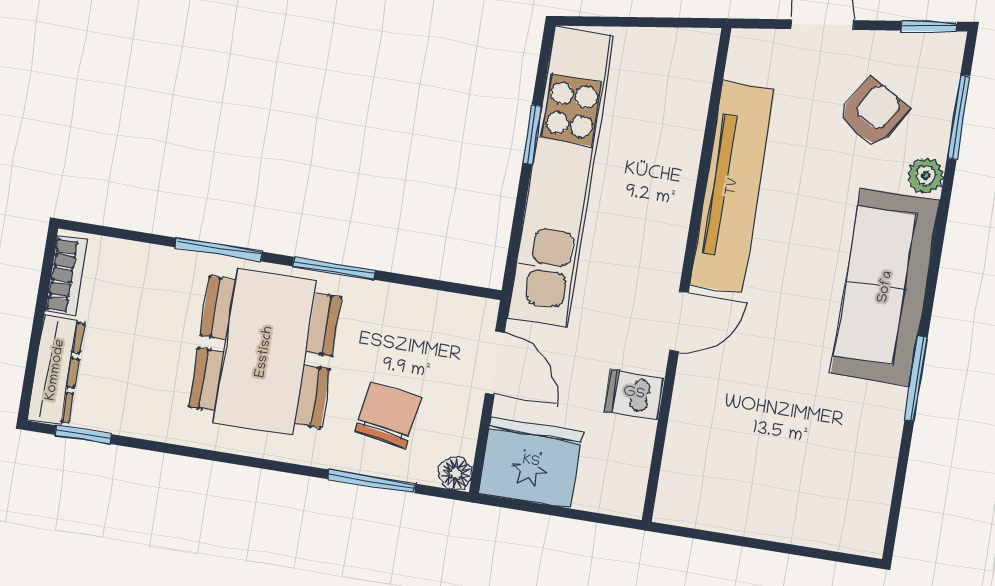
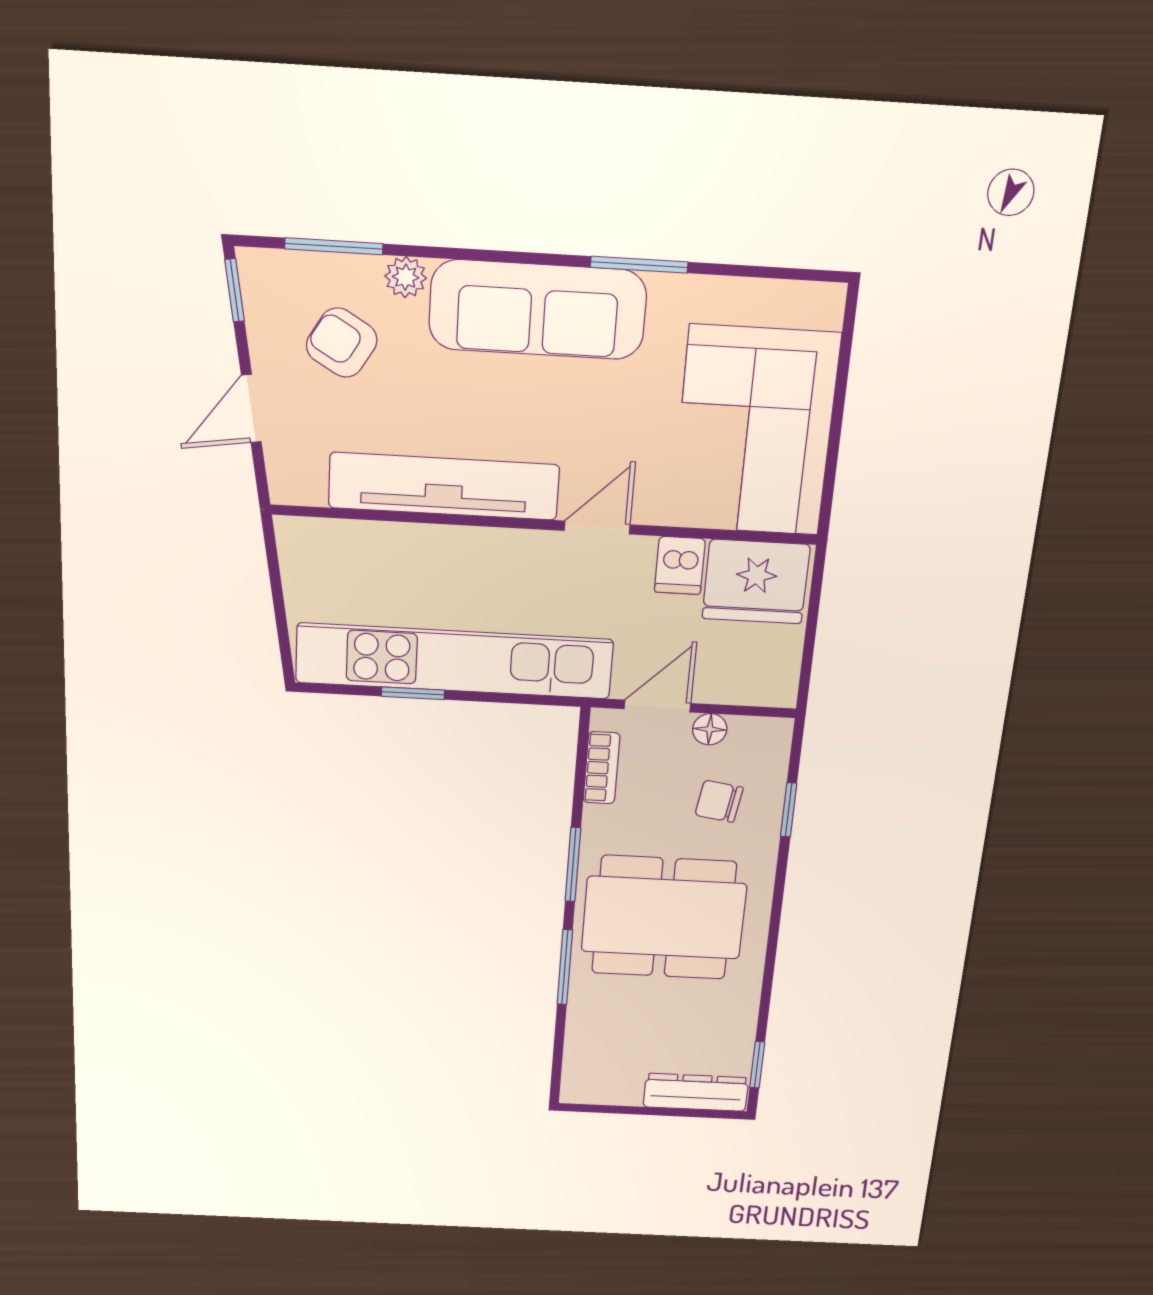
bookcase: (66, 276) -> (602, 768), moved, turned 90
door: (679, 322) -> (597, 528), hinge flipped
chair: (388, 415) -> (719, 801), width x0.73, depth x0.73
fridge: (531, 462) -> (756, 582), moved, turned -90
corner sofa: (756, 470) -> (755, 431), added
floor lamp: (455, 473) -> (710, 729), moved
window: (372, 481) -> (789, 810), width x0.67

